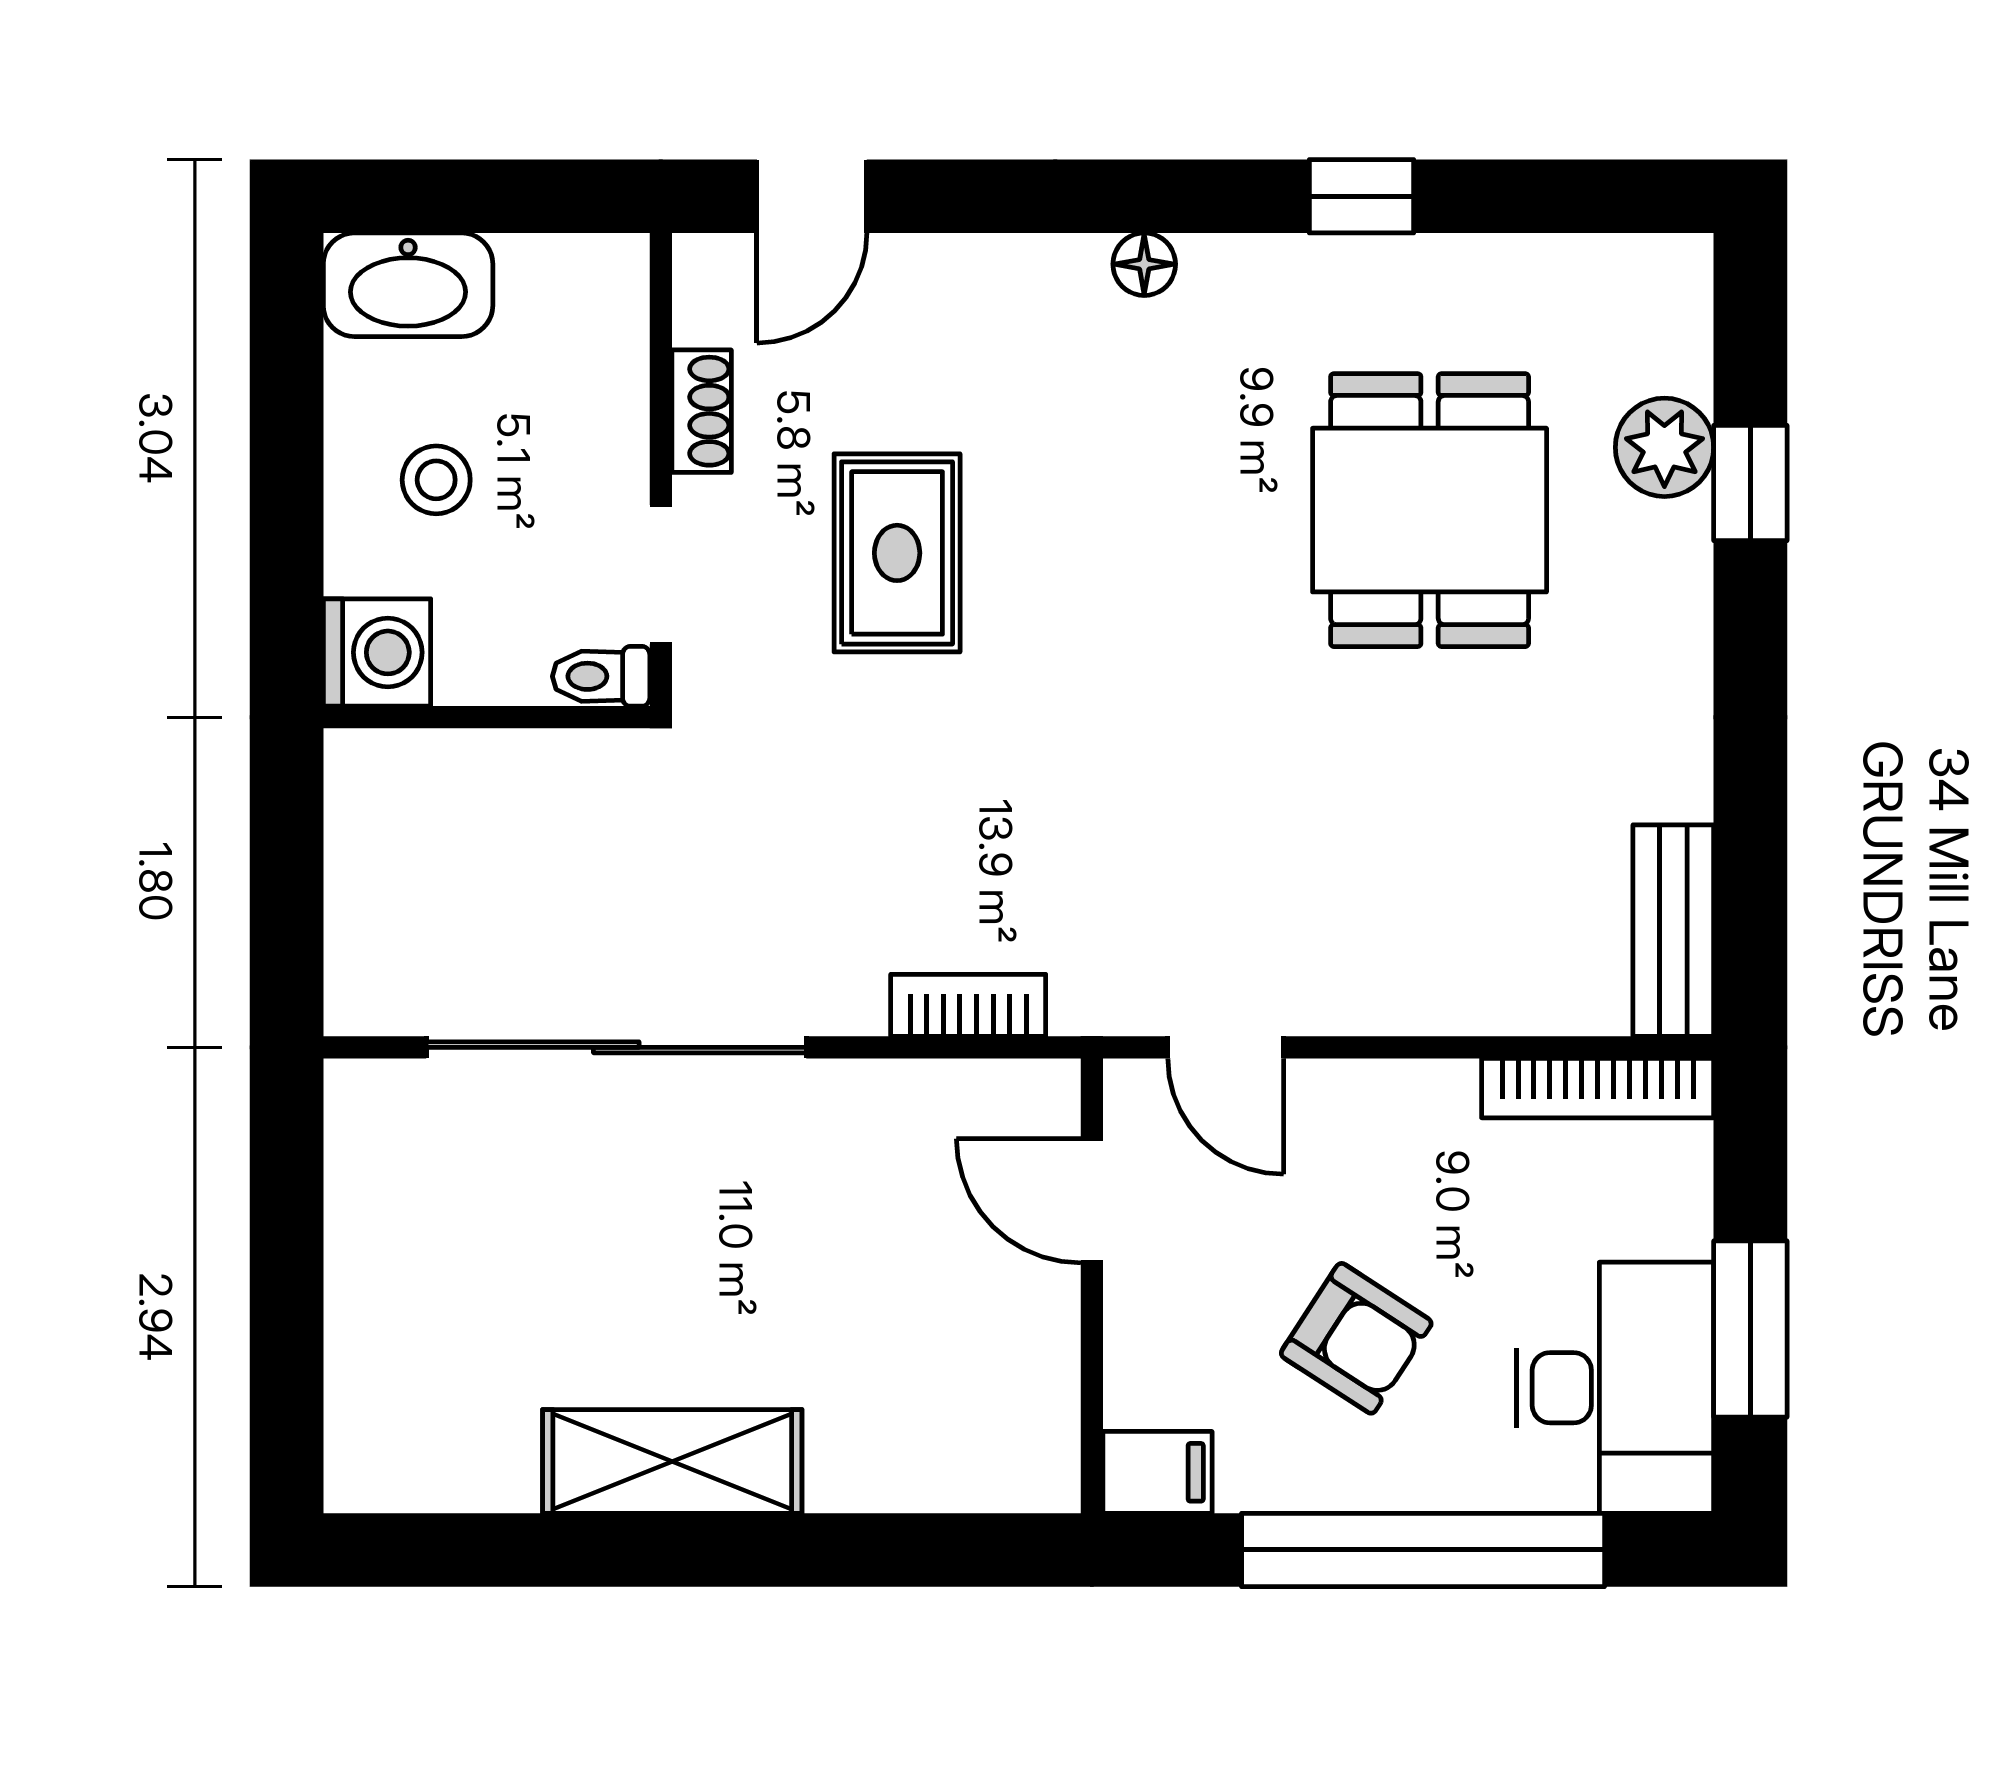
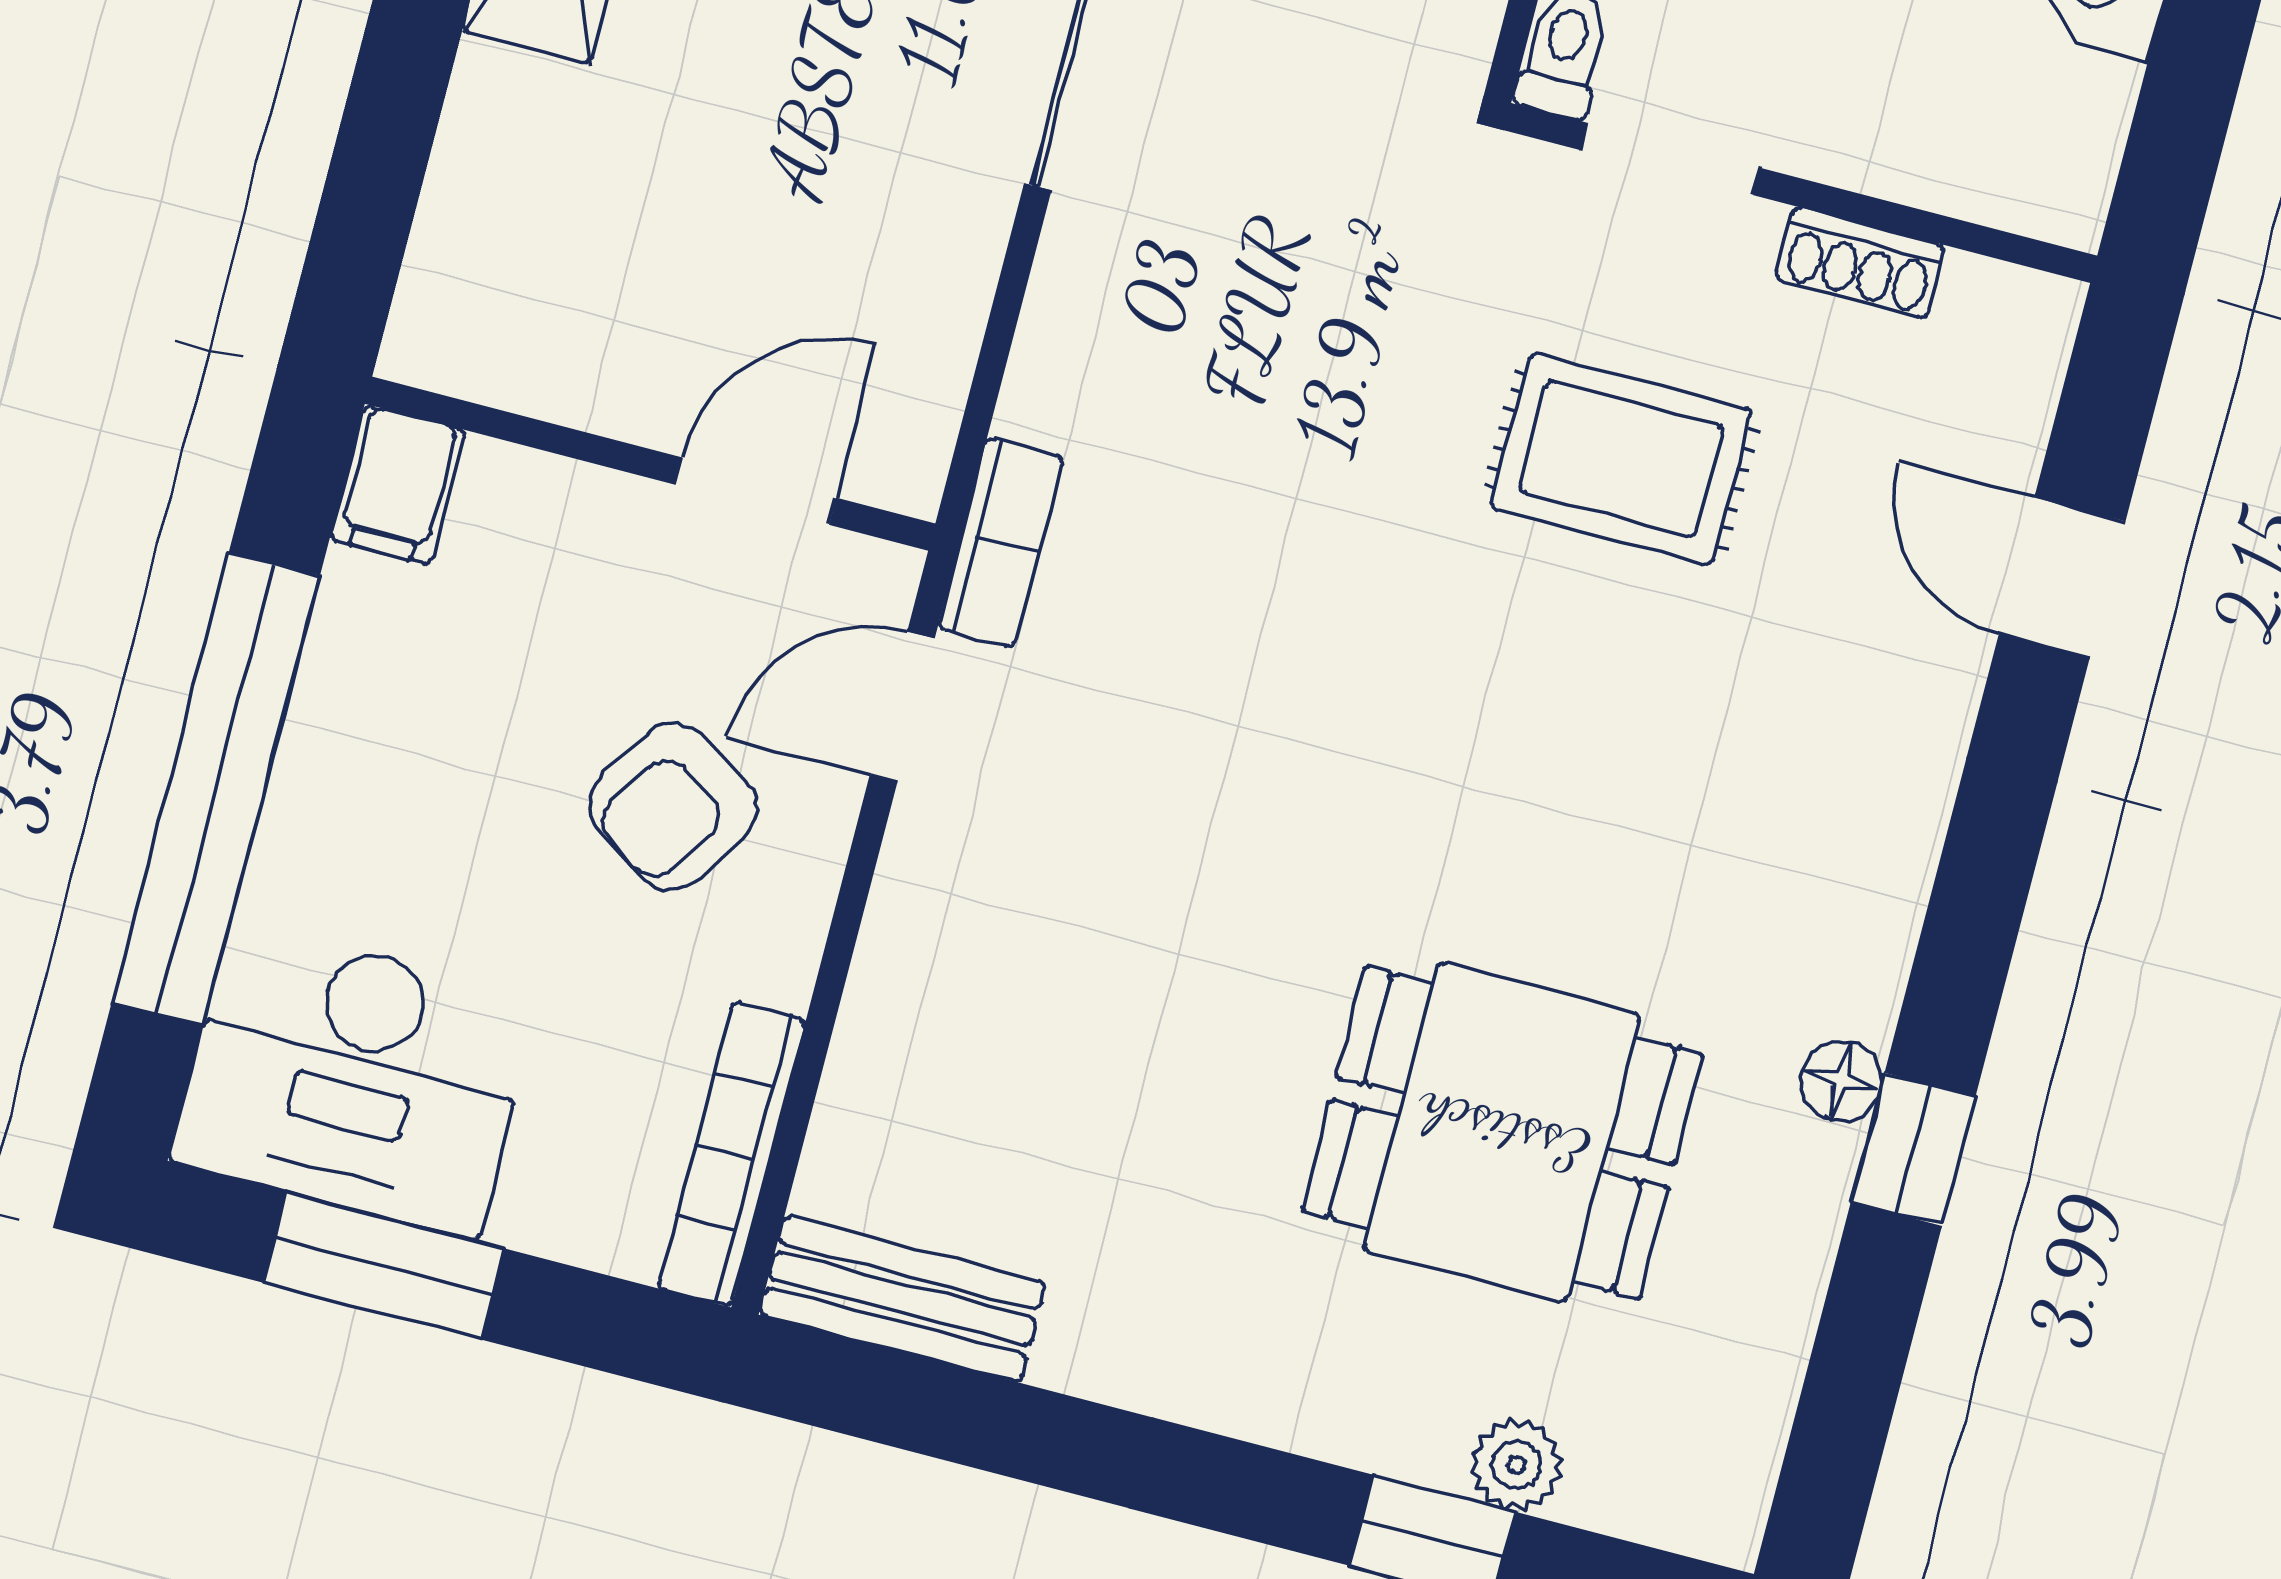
door: (812, 196) -> (2062, 578), moved
floor lamp: (1144, 264) -> (1841, 1081), moved
plant: (1664, 447) -> (1517, 1465), width x0.73, depth x0.73
bookcase: (968, 1005) -> (1001, 543), moved
armchair: (1356, 1338) -> (673, 807), moved

